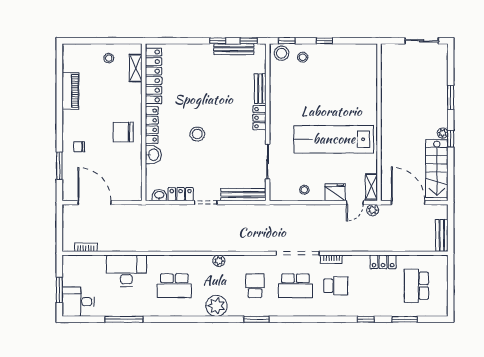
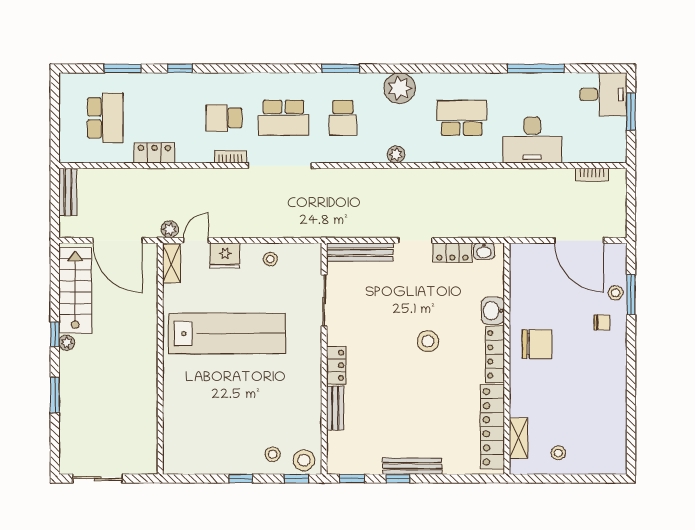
bench: (234, 49) -> (412, 466), moved
piano: (70, 91) -> (615, 405), removed
stool: (70, 167) -> (616, 293), added
school desk: (295, 286) -> (283, 118), turned 180

